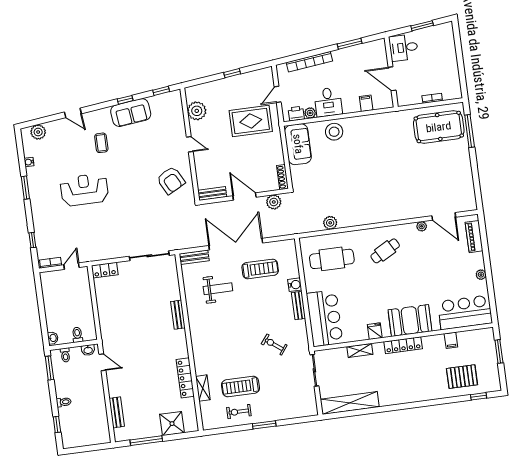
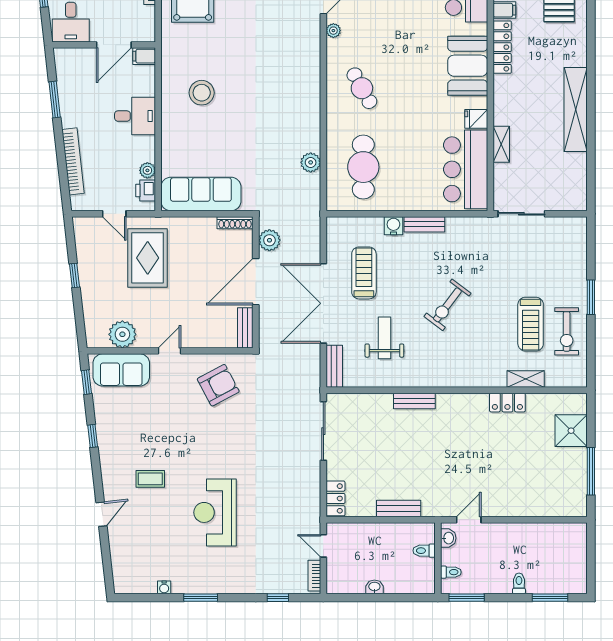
desk: (328, 102) -> (135, 116), moved
filing cabinet: (366, 103) -> (144, 56), moved
sofa: (131, 113) -> (121, 370), moved, turned 96
plant: (38, 132) -> (122, 568), removed
stool: (334, 132) -> (202, 93), moved
sofa: (298, 144) -> (201, 194), width x1.36
door: (244, 196) -> (256, 282), width x1.36
bar counter: (325, 318) -> (466, 169), moved, turned -90
washbasin: (53, 338) -> (374, 587), moved
exercise bike: (274, 345) -> (447, 305), moved, width x1.38, depth x1.39
locker: (403, 345) -> (502, 47), moved
locker: (185, 378) -> (507, 403), width x0.66
shelving: (350, 403) -> (576, 109), moved
bench: (117, 412) -> (399, 509), moved
exercise bike: (239, 412) -> (567, 331), width x1.38, depth x1.39
window: (57, 424) -> (550, 598), width x1.50

